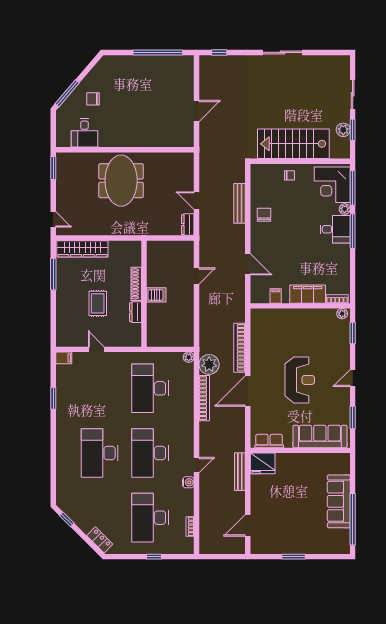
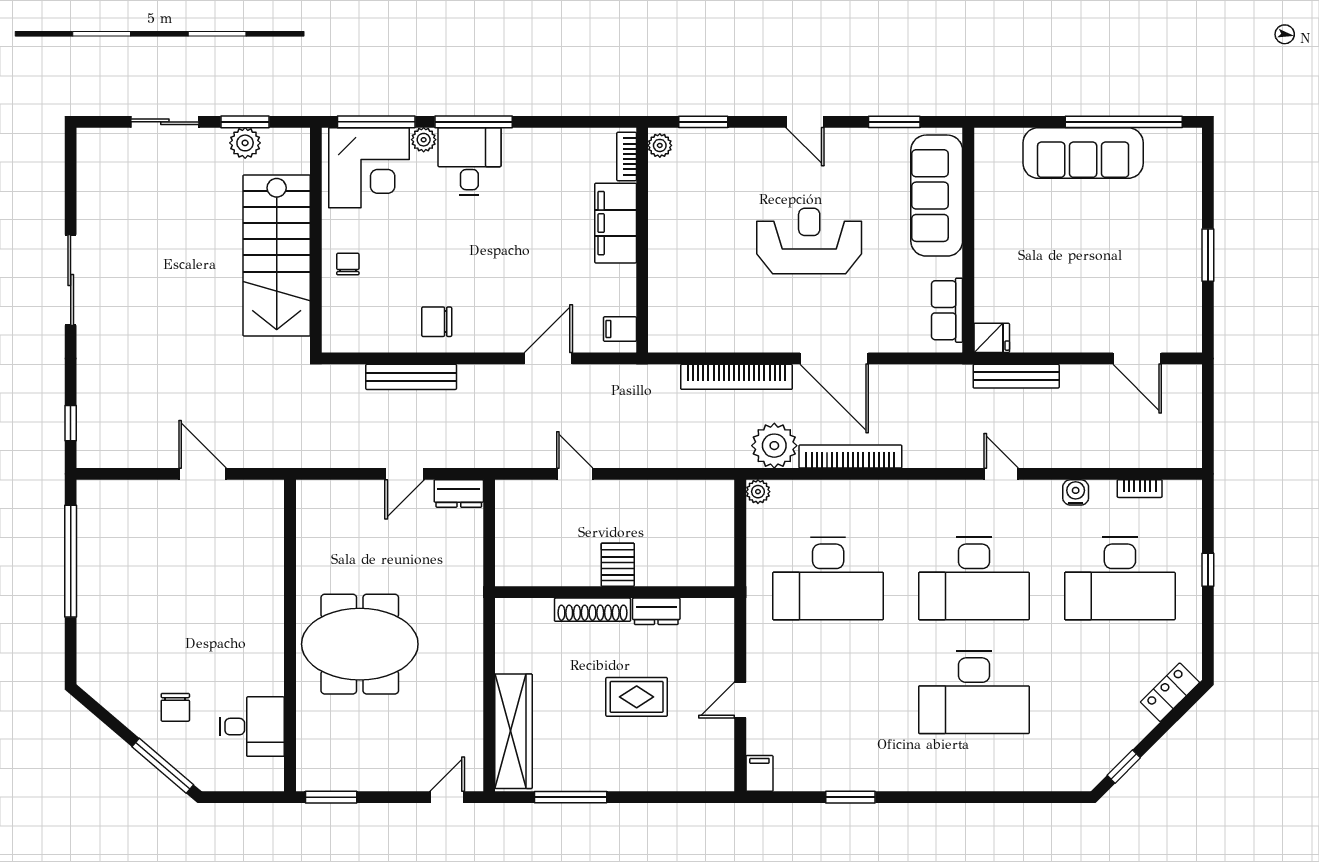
filing cabinet: (276, 296) -> (620, 329), moved
fridge: (263, 463) -> (992, 338), width x0.53, depth x0.75
water cooler: (188, 482) -> (1076, 492), moved

